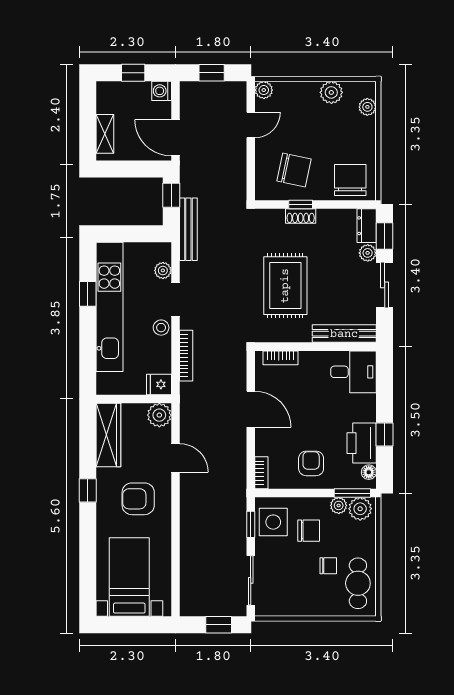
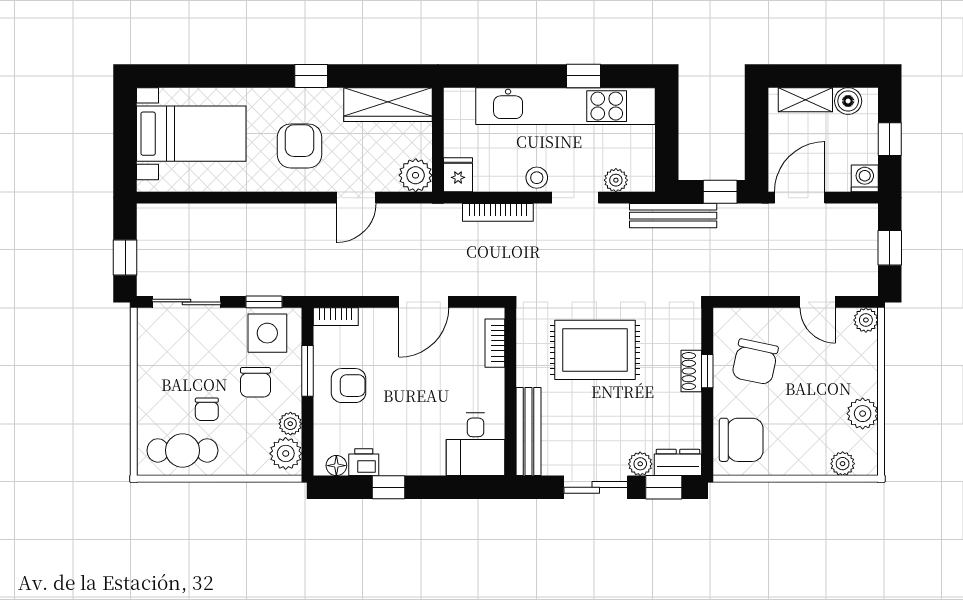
boiler: (106, 103) -> (848, 101), added
printer: (362, 443) -> (364, 462), width x0.53, depth x0.68
window: (352, 493) -> (308, 371), moved

